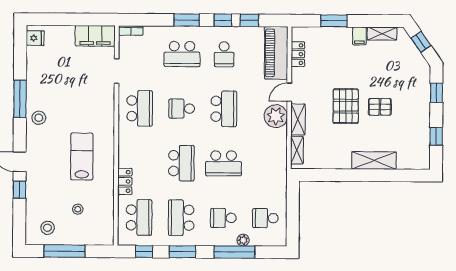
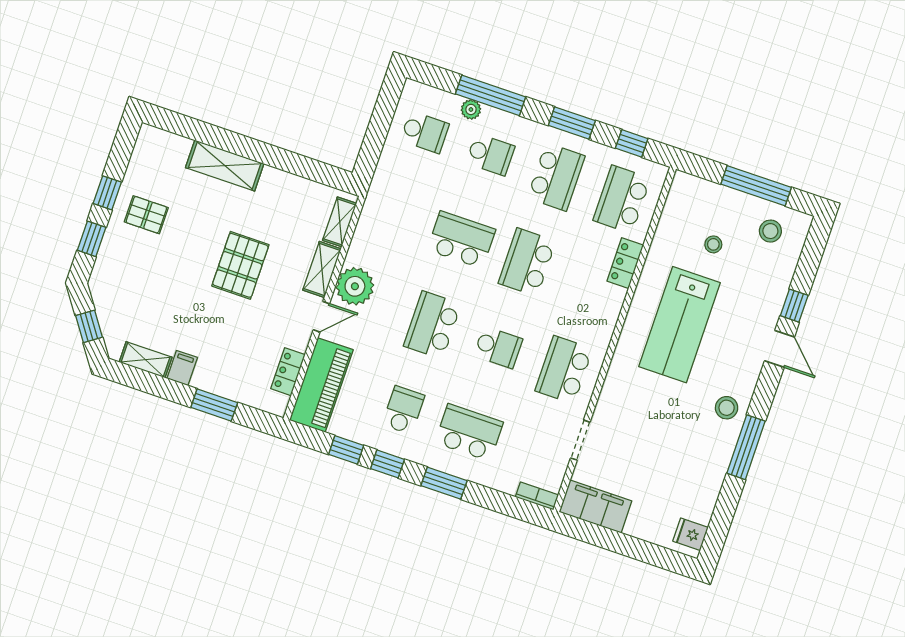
pallet: (380, 107) -> (146, 215), moved
window: (436, 136) -> (107, 193), moved
lab bench: (82, 157) -> (680, 325), width x1.36, depth x1.39

